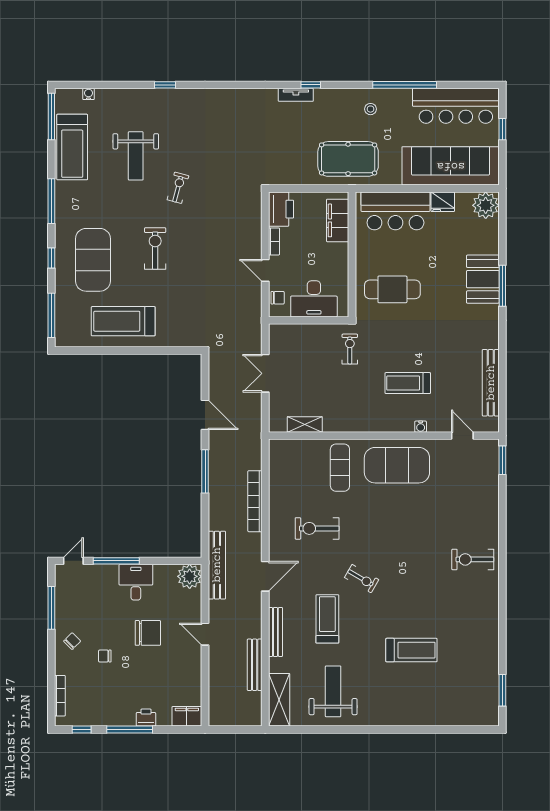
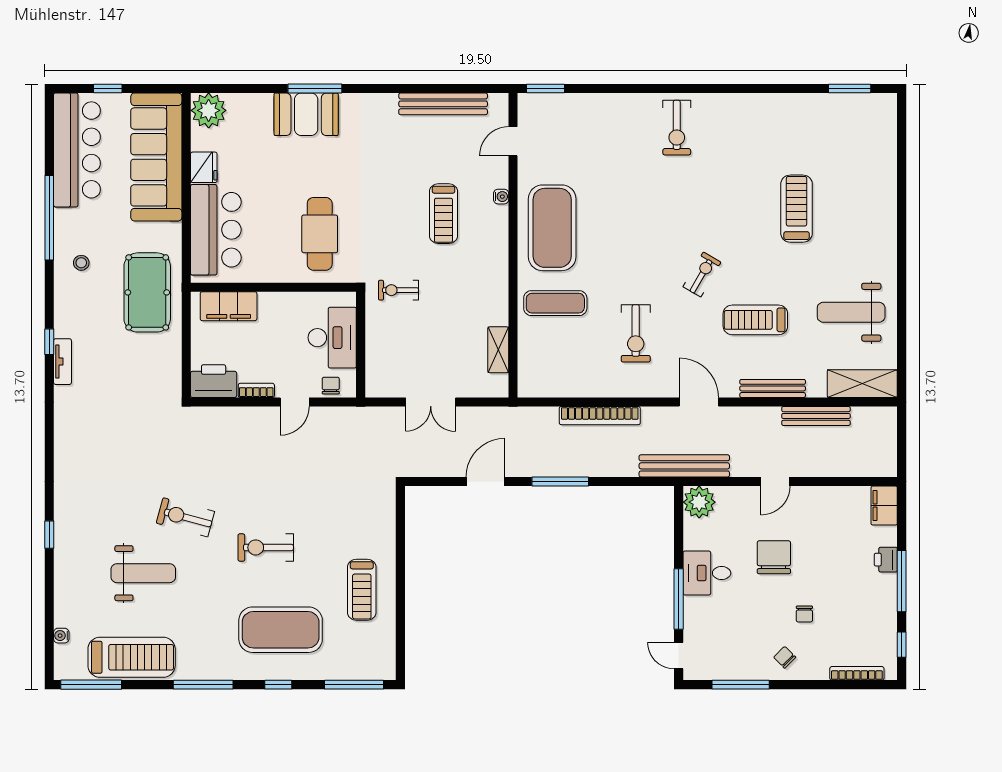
exercise bike: (178, 188) -> (185, 517), width x1.38, depth x1.39
treadmill: (123, 321) -> (362, 590), width x0.73, depth x0.73

